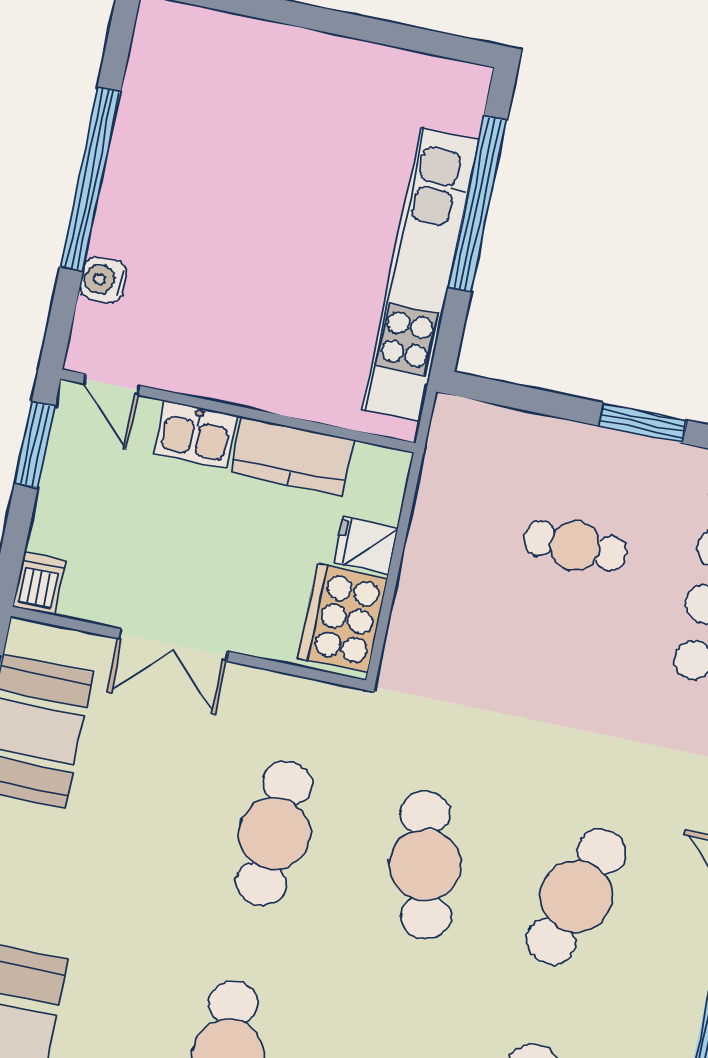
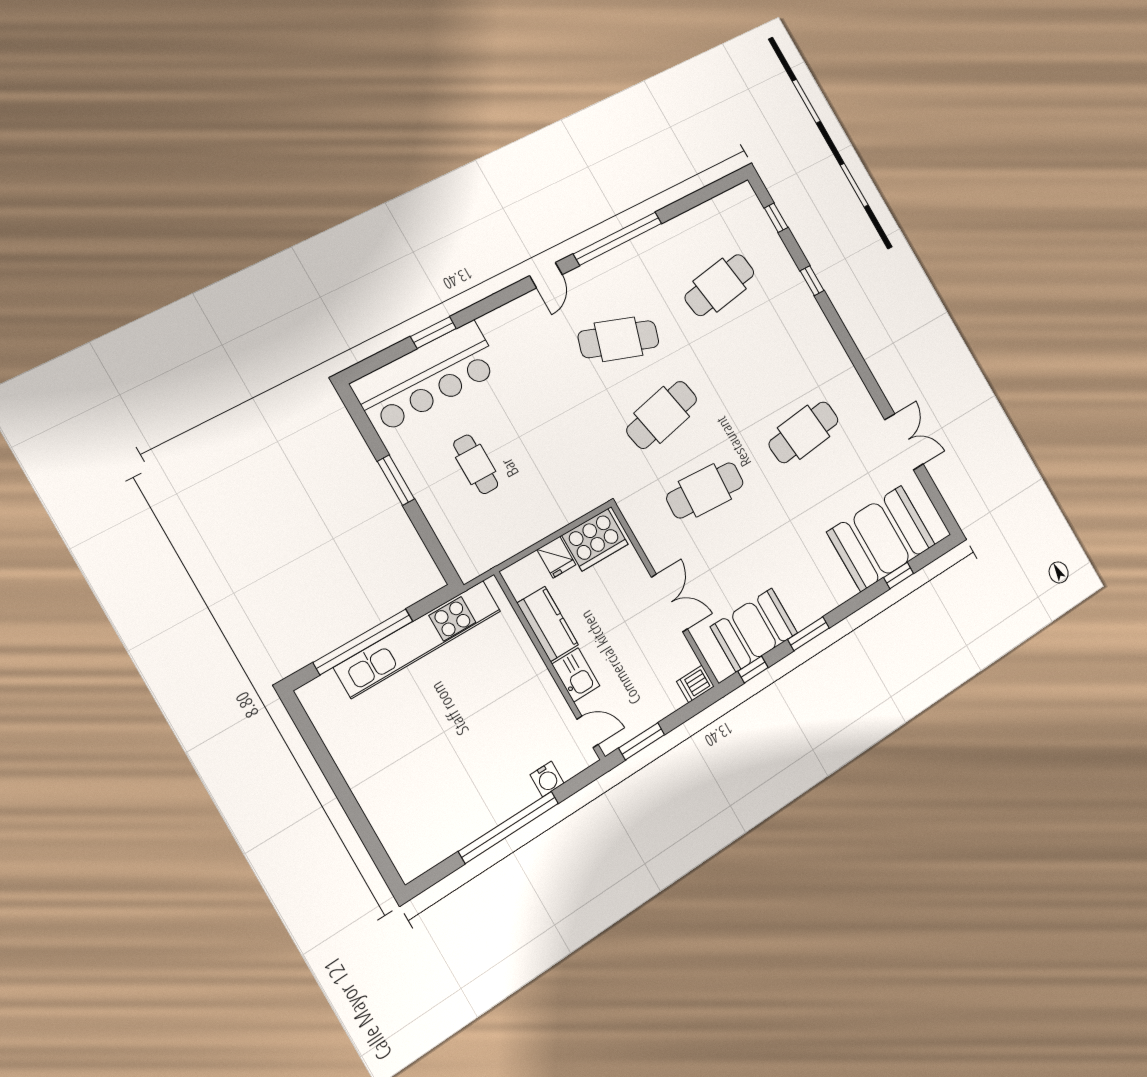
door: (112, 385) -> (587, 732), hinge flipped

